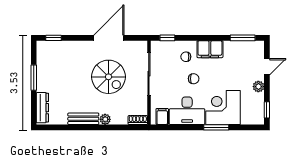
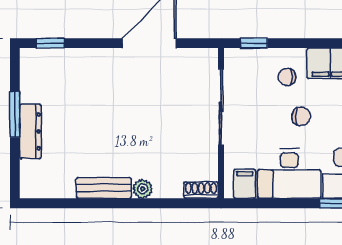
spiral stairs: (109, 77) -> (149, 113), removed
dresser: (42, 108) -> (30, 131), moved

